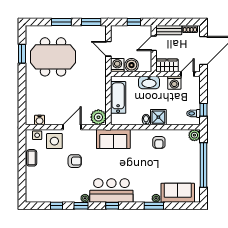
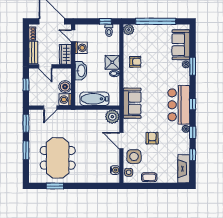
fireplace: (41, 196) -> (184, 169), added

